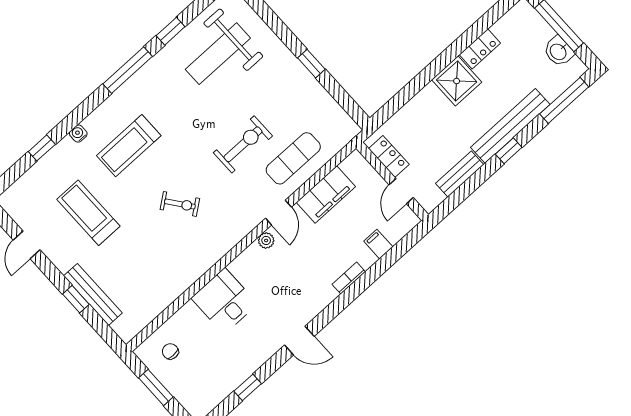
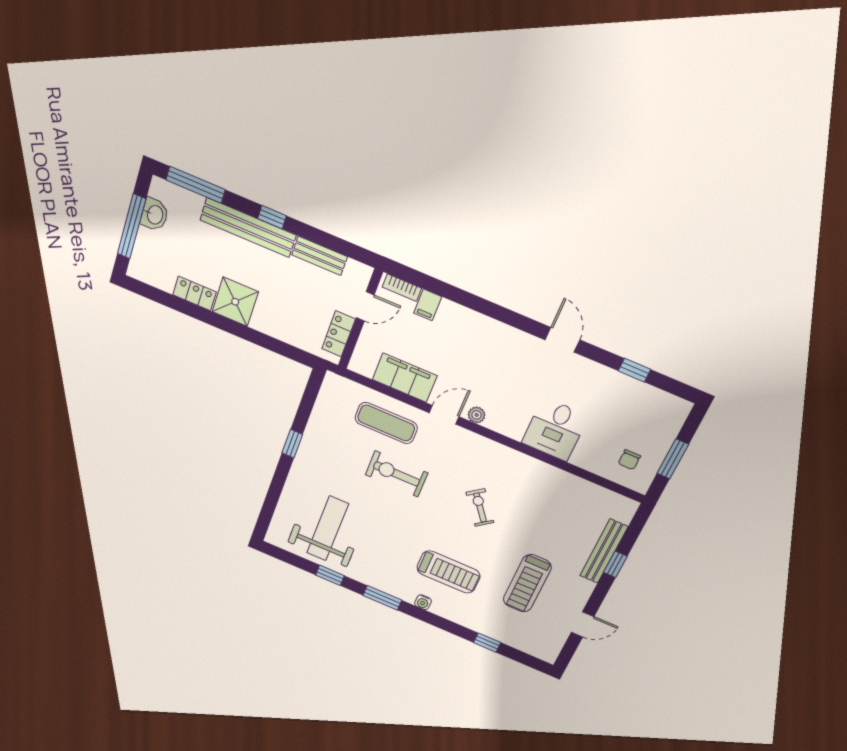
weight bench: (218, 54) -> (328, 528), turned -90
window: (128, 70) -> (382, 598), width x0.69
water cooler: (78, 134) -> (423, 602), moved
bookcase: (349, 278) -> (402, 288), moved

